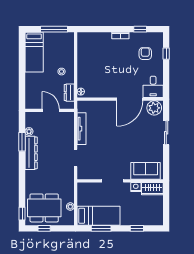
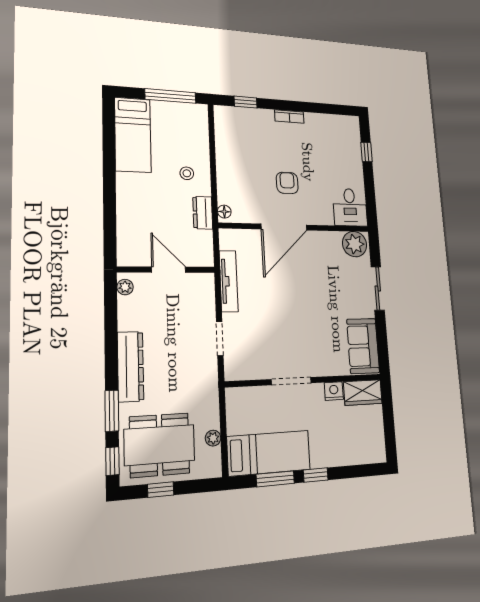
window: (140, 29) -> (246, 102), moved
armchair: (145, 54) -> (287, 183), moved
door: (130, 99) -> (284, 227), moved
wall: (50, 110) -> (166, 270), moved
door: (51, 110) -> (169, 270), moved
window: (22, 142) -> (112, 411), moved
dresser: (31, 153) -> (131, 366), moved
sofa: (146, 171) -> (363, 346), moved, turned -90
window: (137, 228) -> (316, 475), moved

